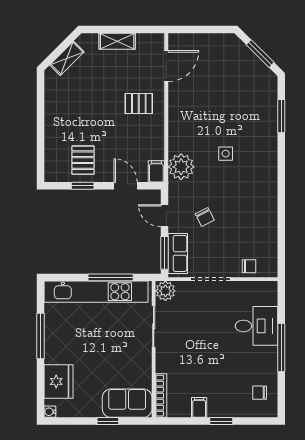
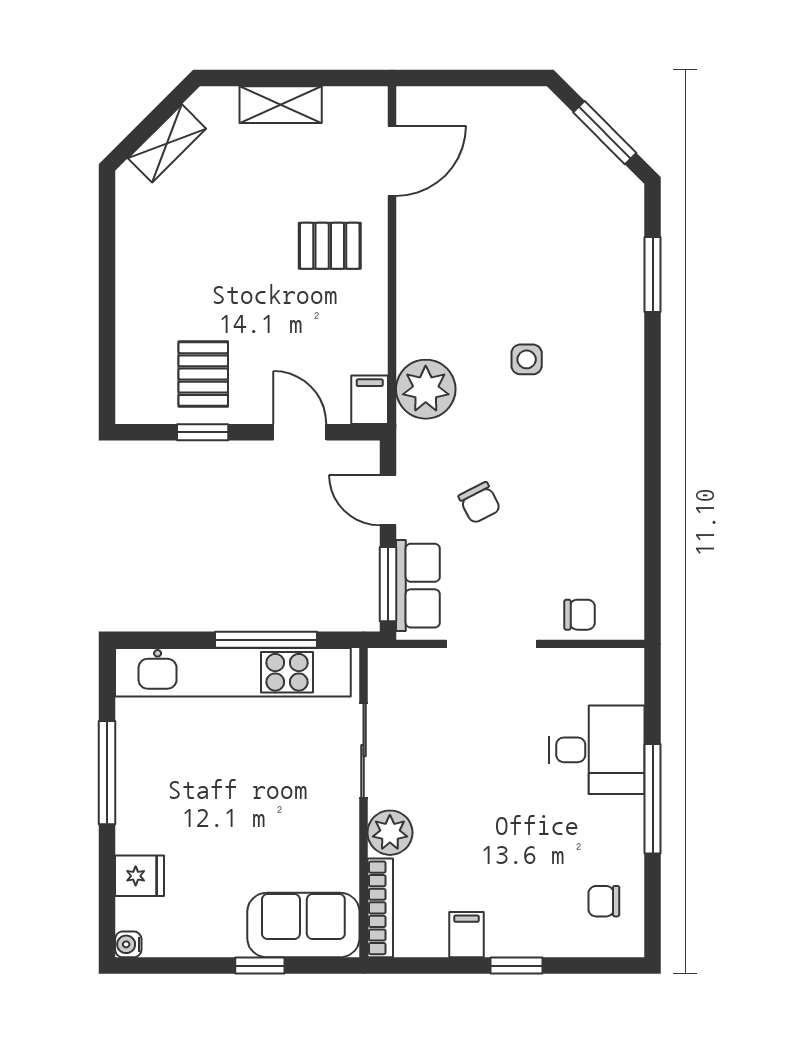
plant: (165, 291) -> (390, 833), moved
fridge: (58, 381) -> (140, 876), width x0.53, depth x0.75

